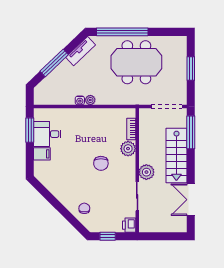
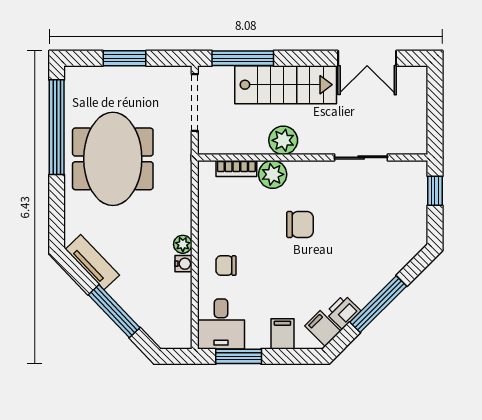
window: (122, 32) -> (57, 127), moved
desk: (47, 134) -> (221, 324), moved
plant: (146, 172) -> (283, 140), moved
filing cabinet: (45, 176) -> (323, 328), added
window: (58, 206) -> (378, 304), added
chair: (84, 208) -> (226, 266), moved
printer: (129, 225) -> (343, 312), moved, turned 135
window: (108, 236) -> (435, 191), moved

